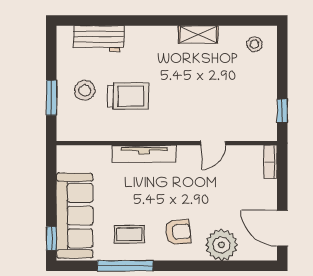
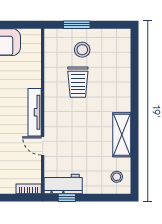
shelving: (198, 34) -> (122, 135), width x1.50, depth x1.33
workbench: (99, 39) -> (63, 184), moved, turned 90
tv unit: (144, 154) -> (35, 112), moved

